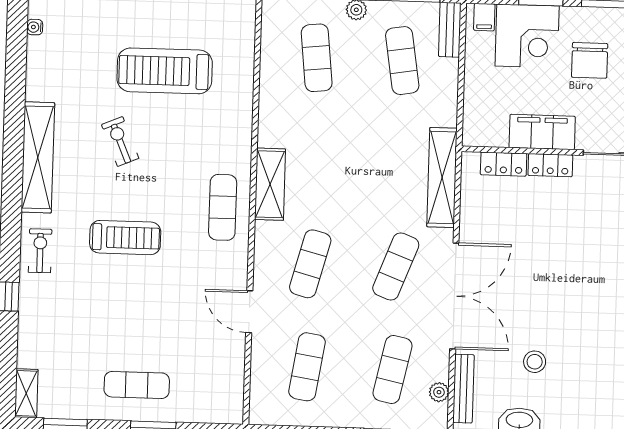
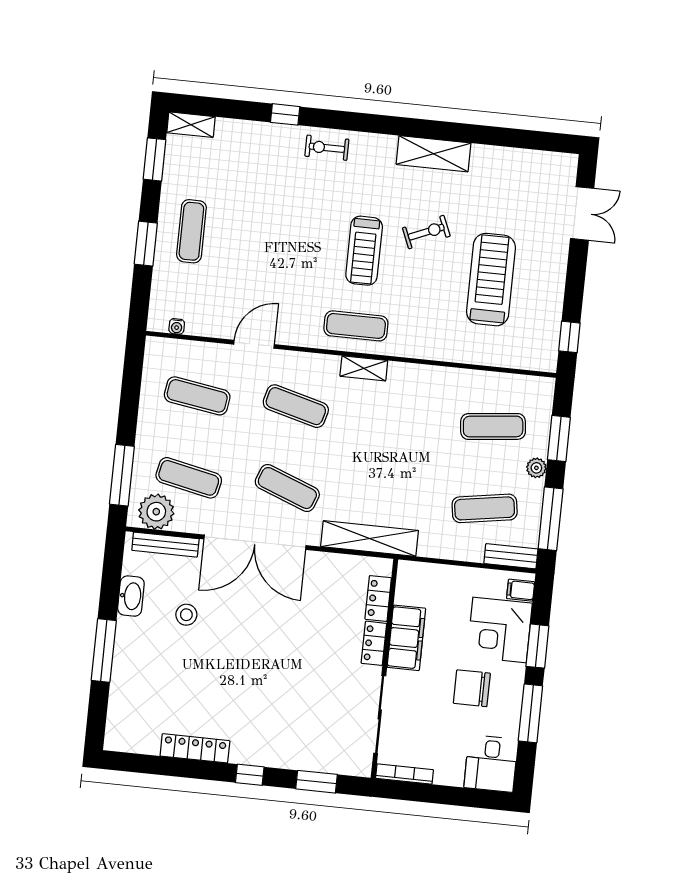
water cooler: (35, 27) -> (177, 326), moved, turned 180
shelving: (38, 157) -> (434, 154), width x0.68
shelving: (270, 184) -> (364, 368), width x0.67, depth x0.75
treadmill: (125, 238) -> (364, 251), moved
exercise bike: (40, 251) -> (327, 148), turned 180
plant: (439, 392) -> (156, 512), width x1.87, depth x1.87

